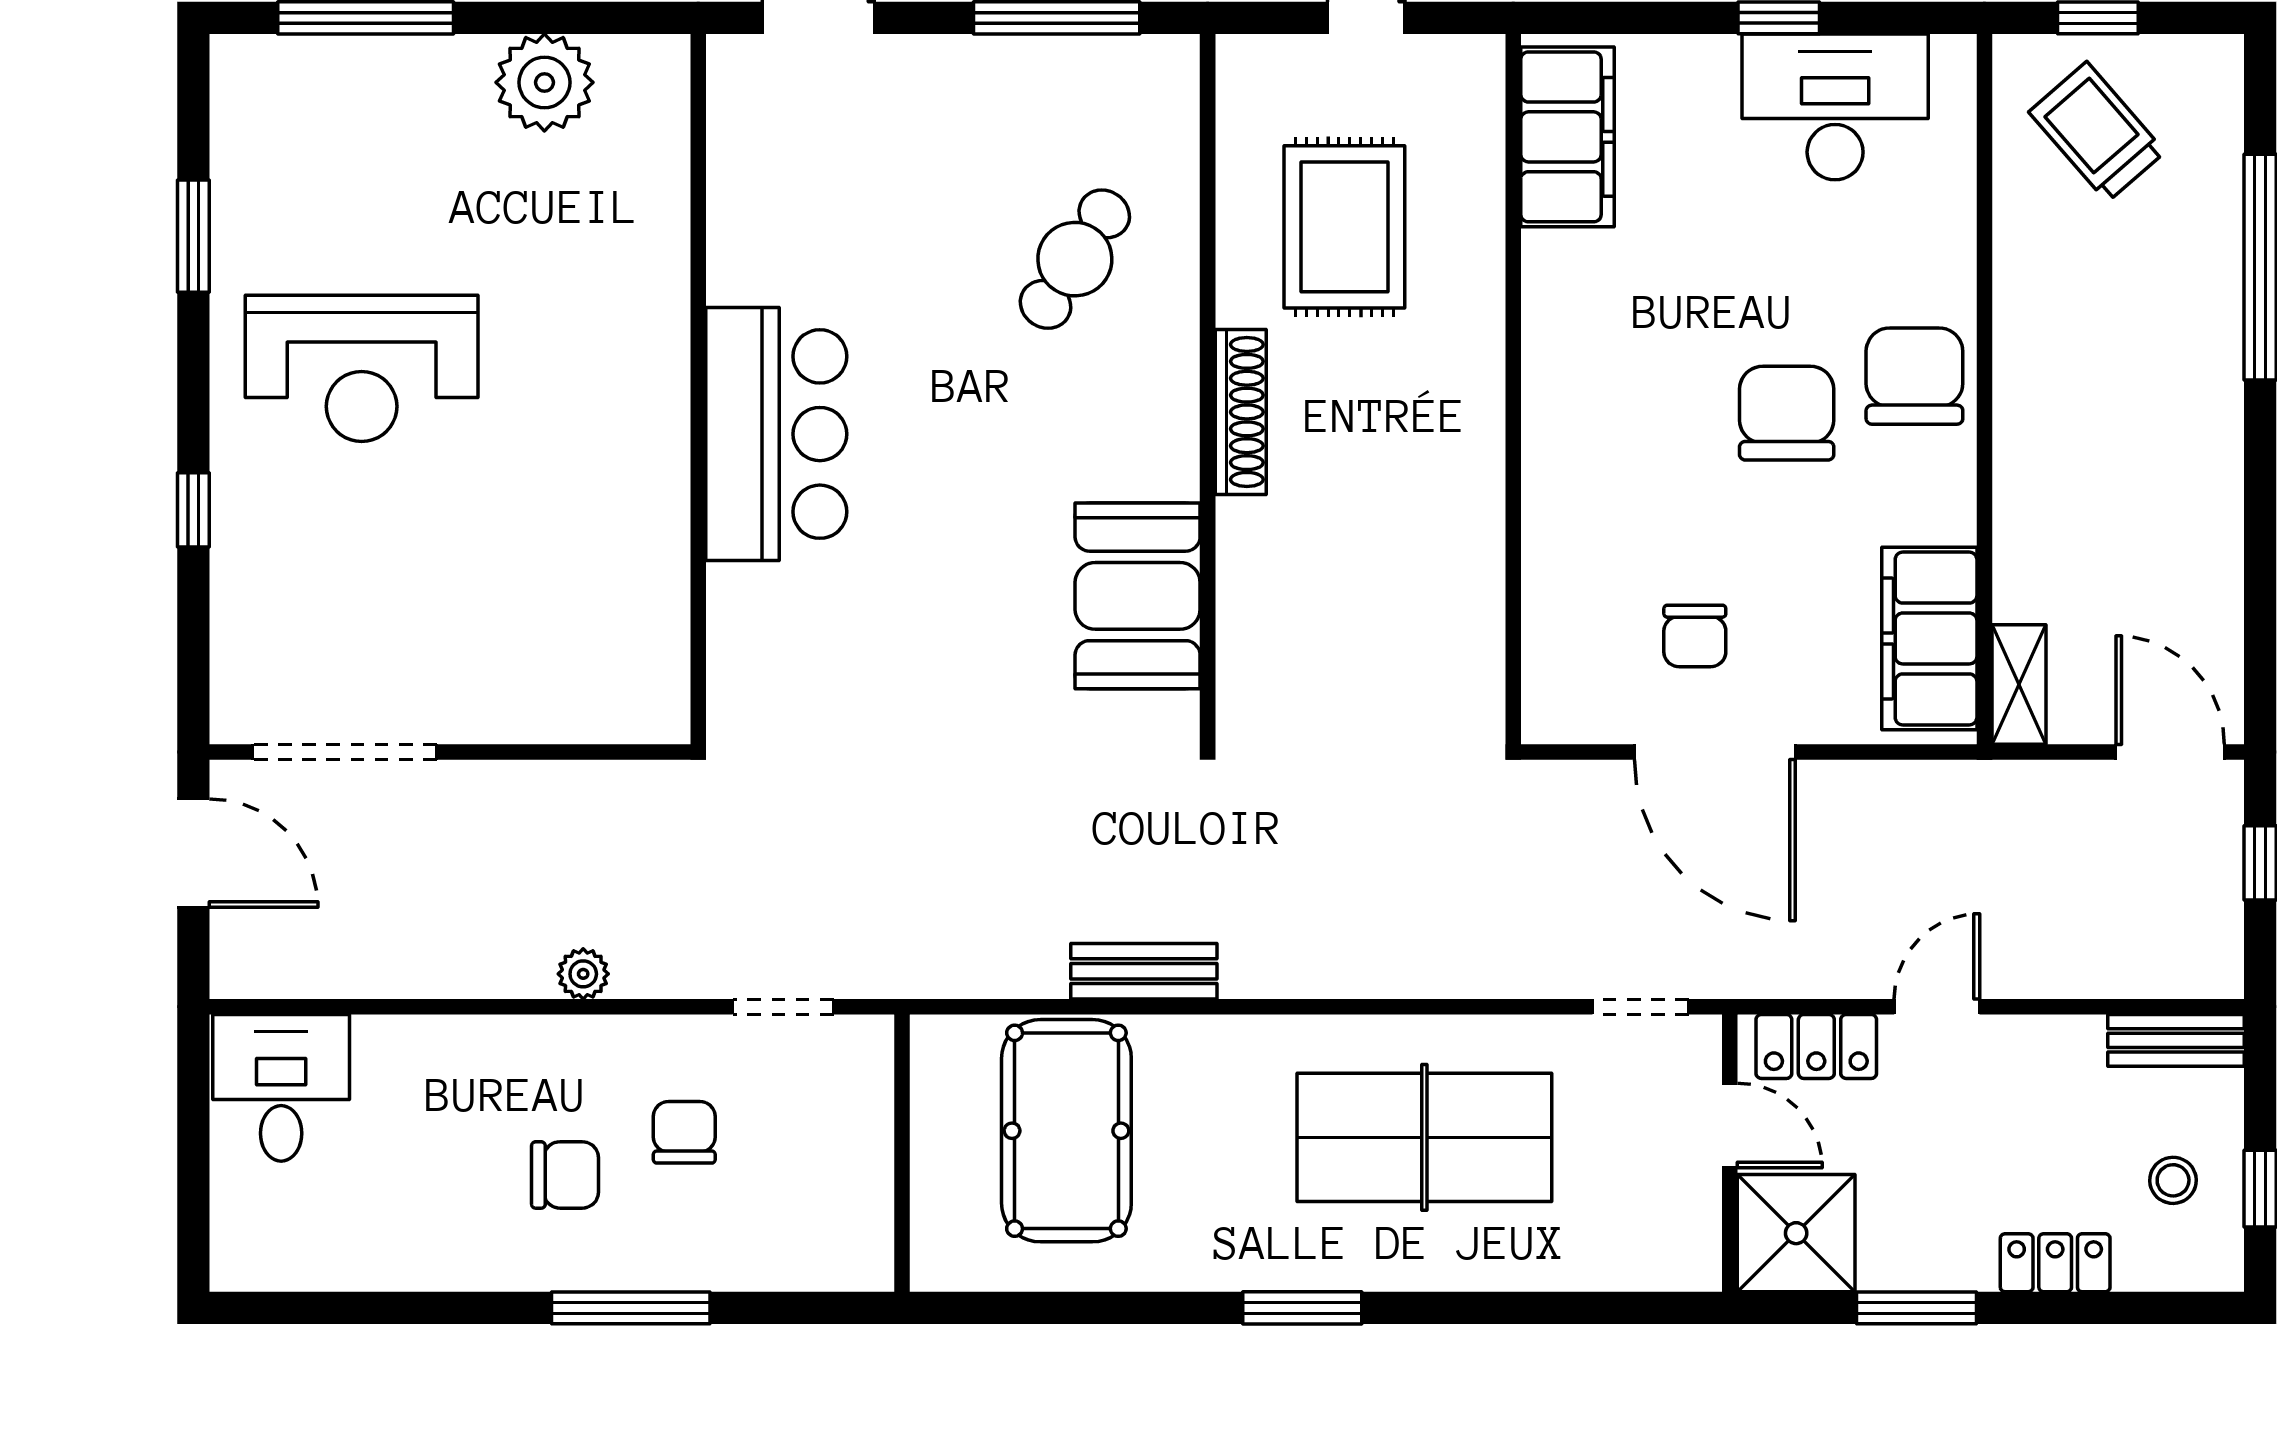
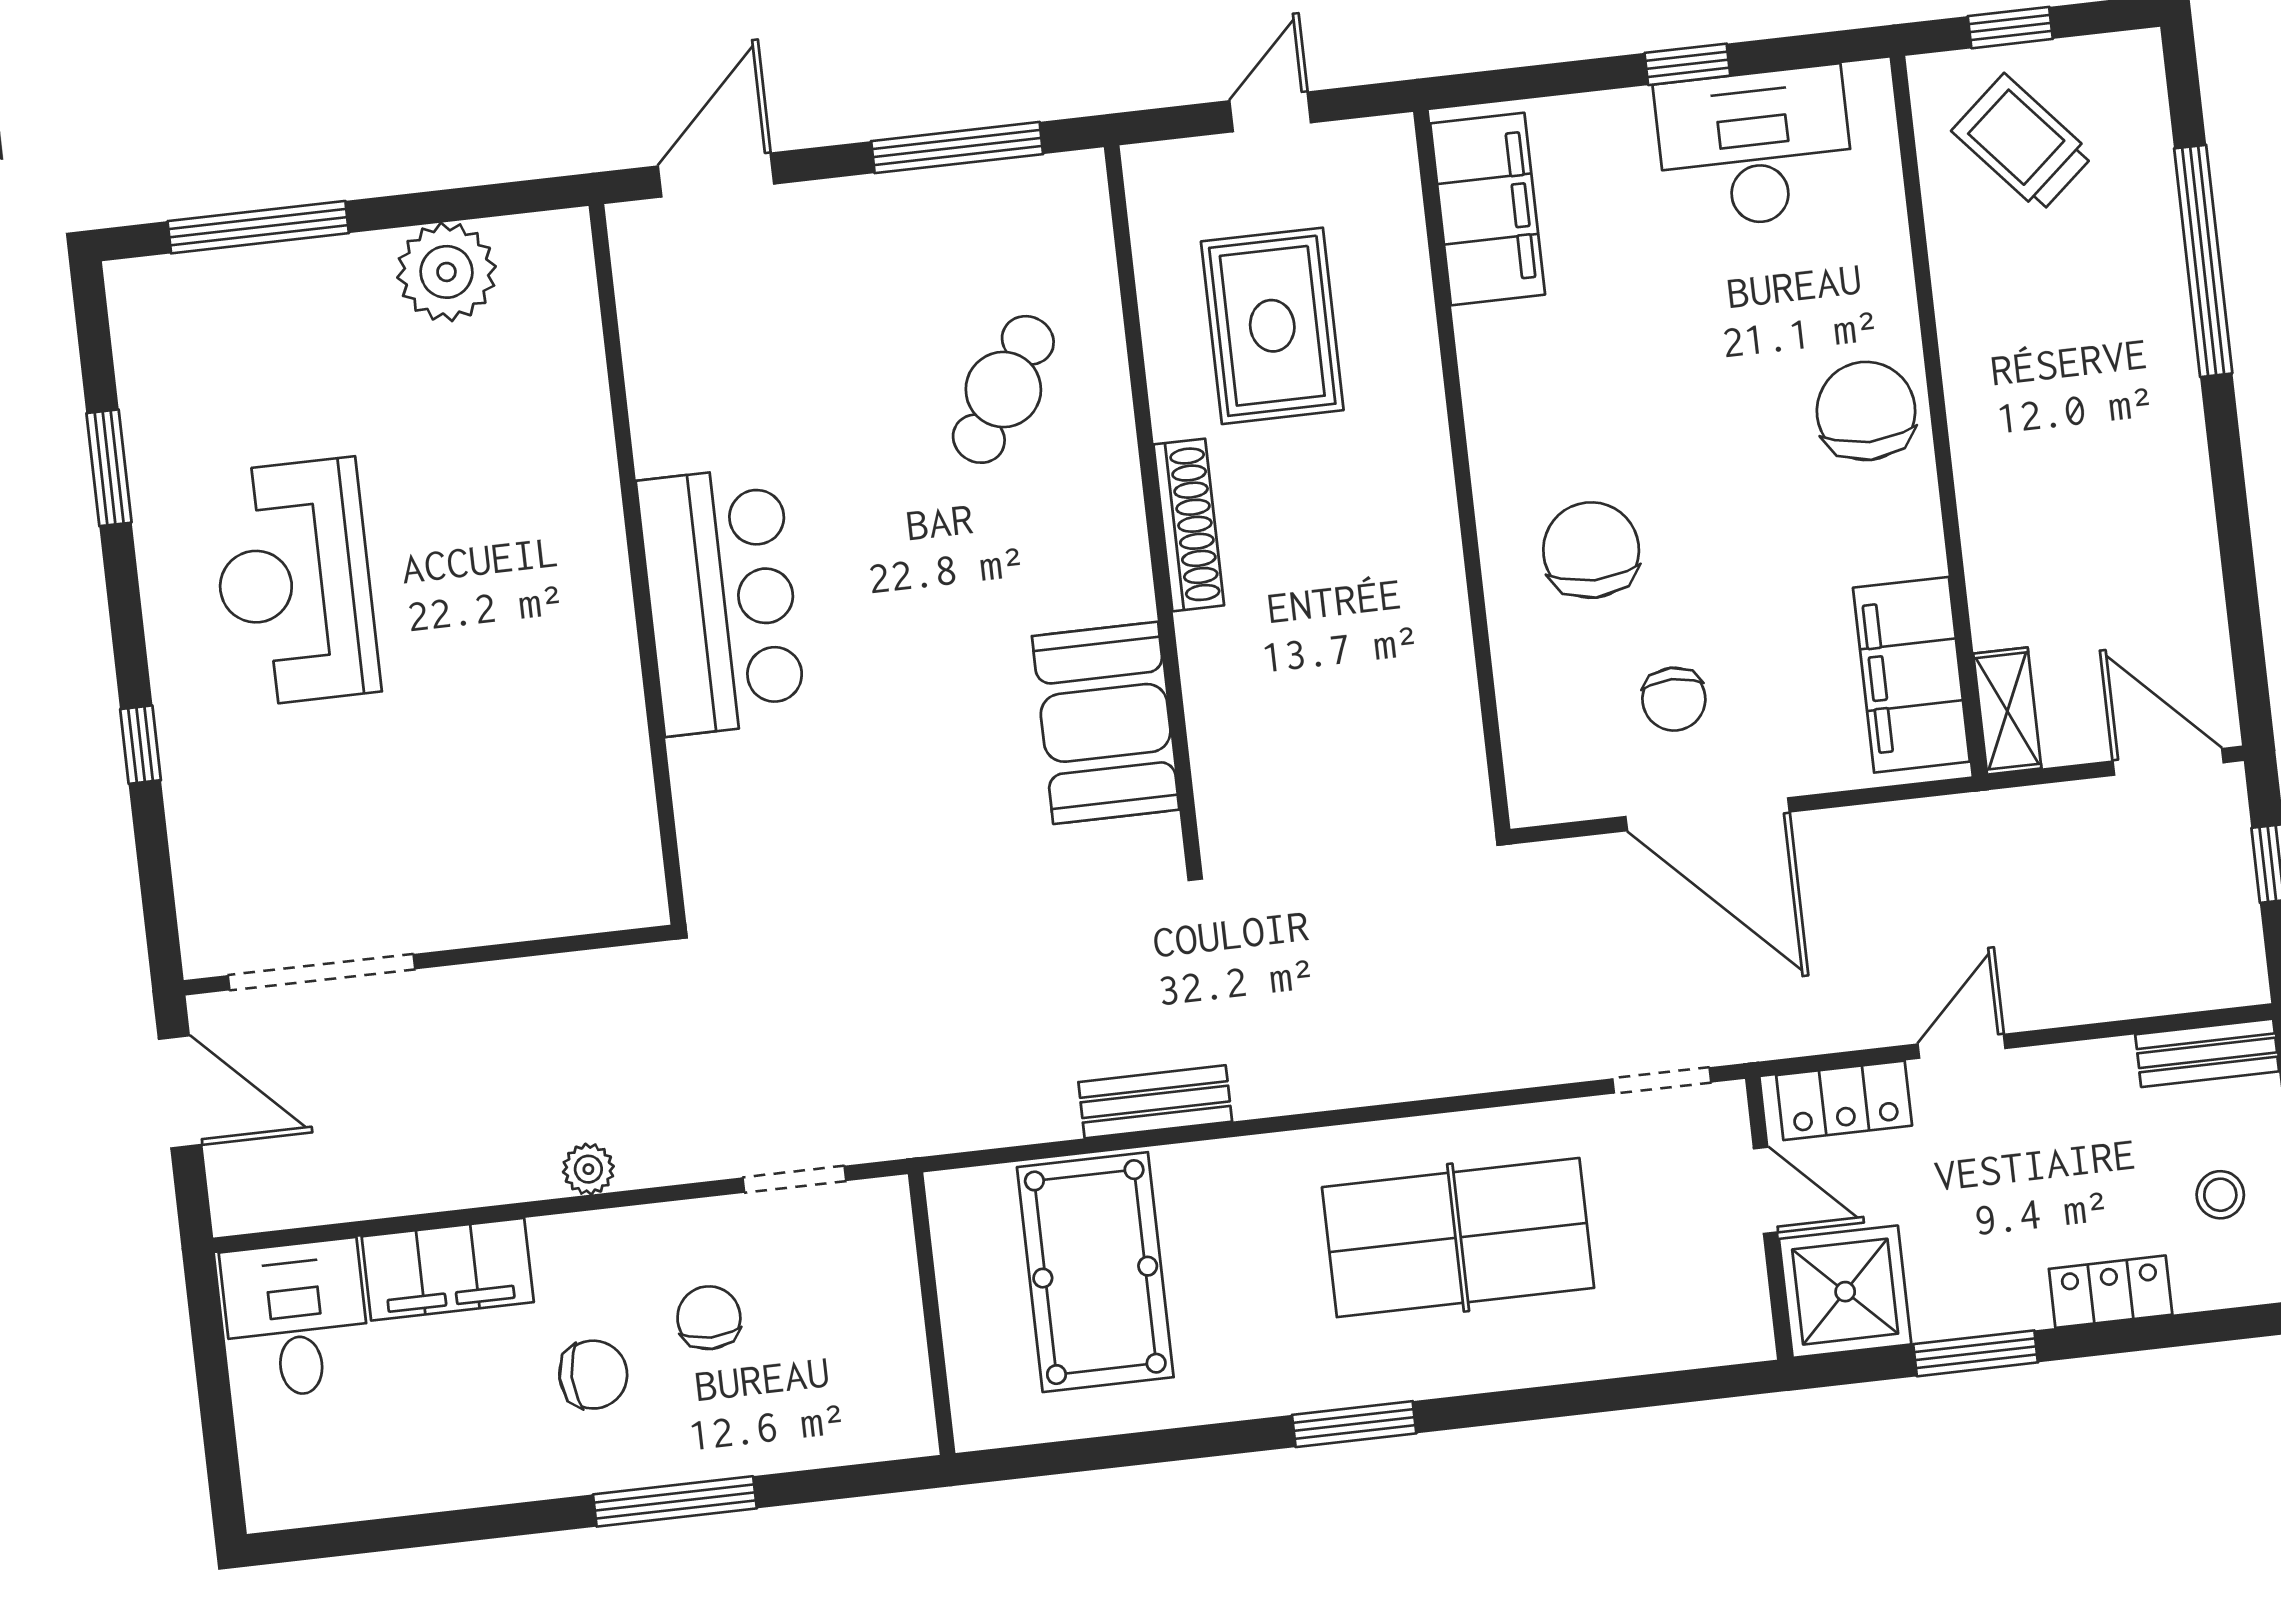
reception desk: (362, 368) -> (294, 582), turned 90
chair: (1787, 413) -> (1591, 550), moved
filing cabinet: (435, 1056) -> (448, 1269), added

